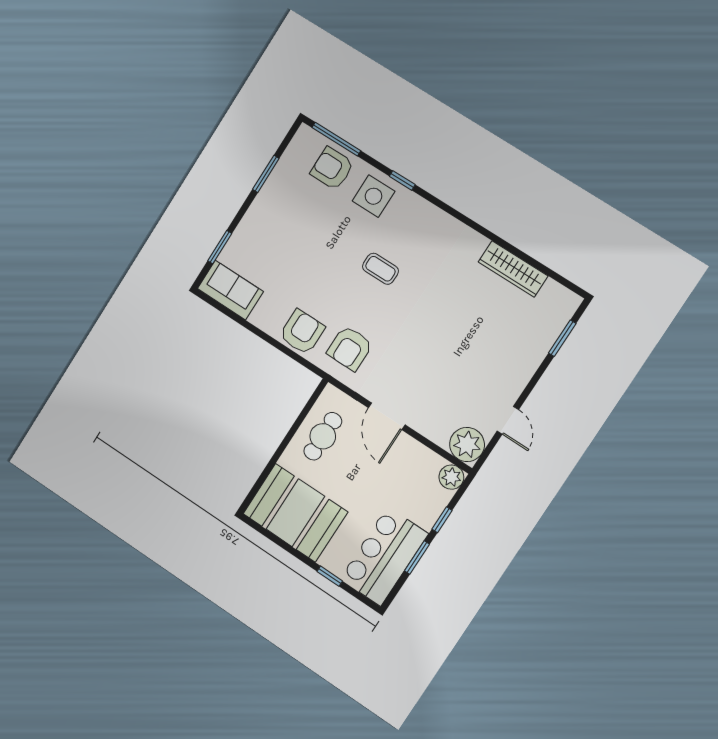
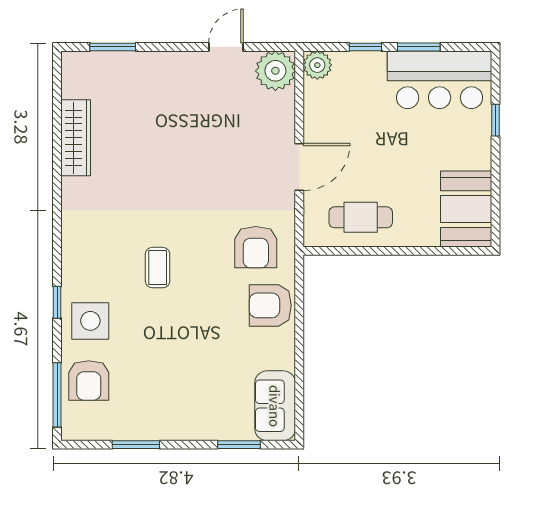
armchair: (350, 348) -> (256, 247), turned 90
booth: (295, 513) -> (466, 209), width x0.73, depth x0.70

